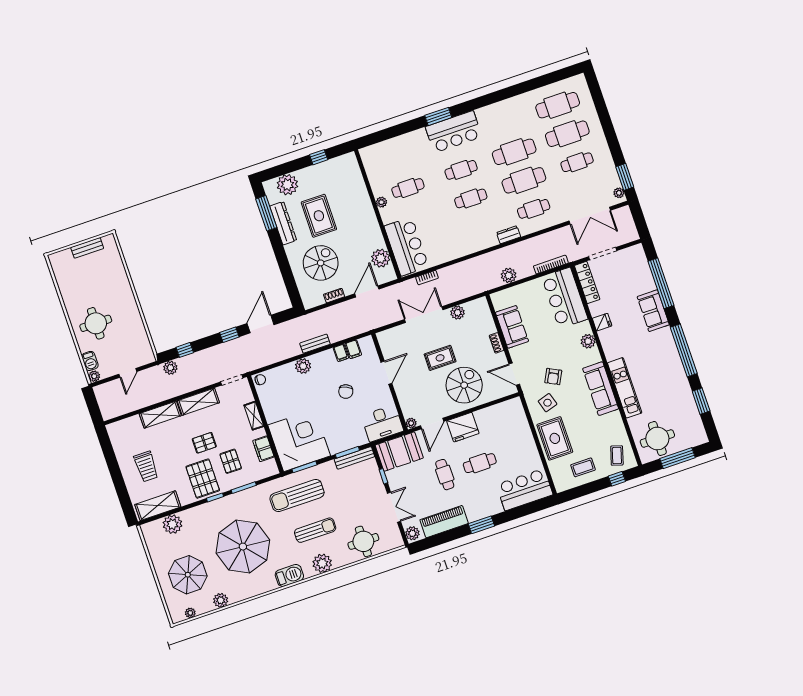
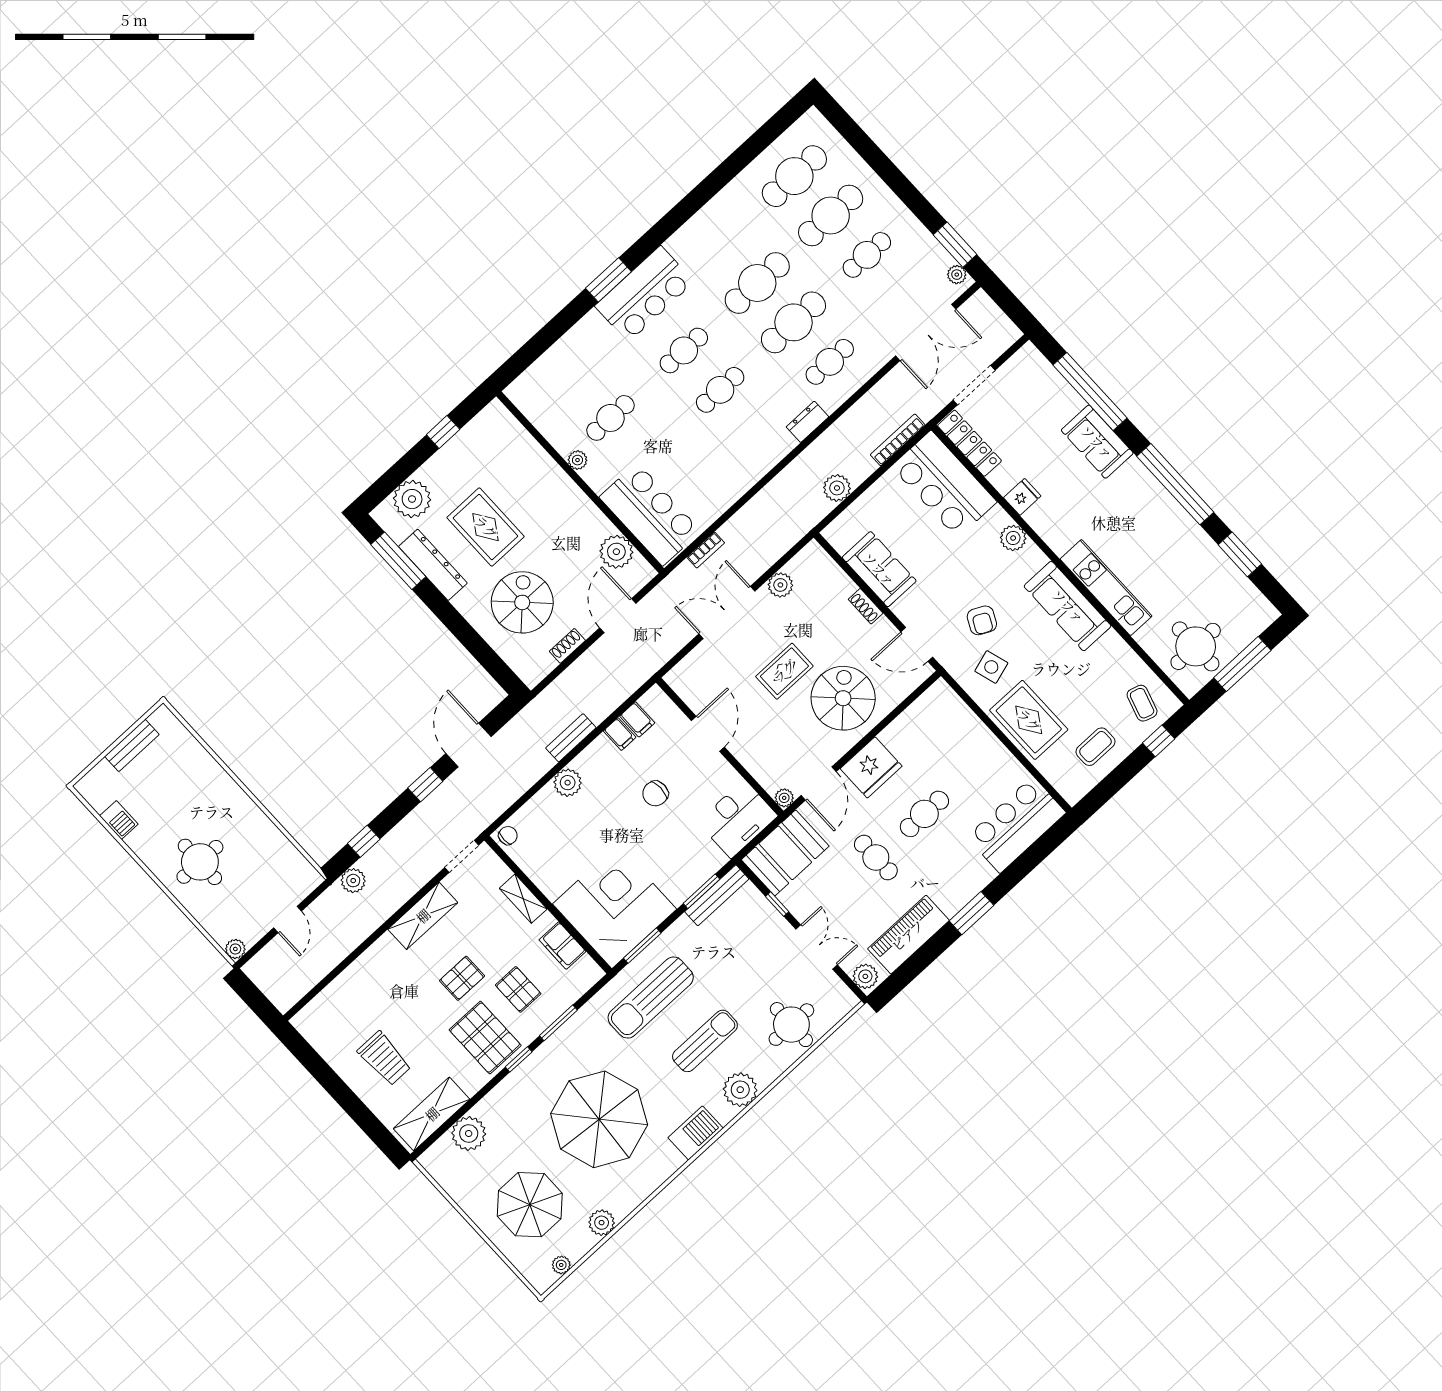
barbecue: (90, 361) -> (119, 820), moved
chair: (346, 392) -> (655, 793), turned 66
shelving: (160, 415) -> (370, 964), removed

